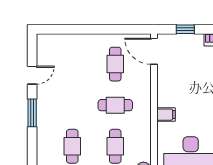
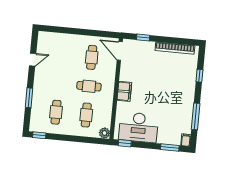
window: (32, 113) -> (29, 98), moved
filing cabinet: (166, 115) -> (124, 91), width x2.00

